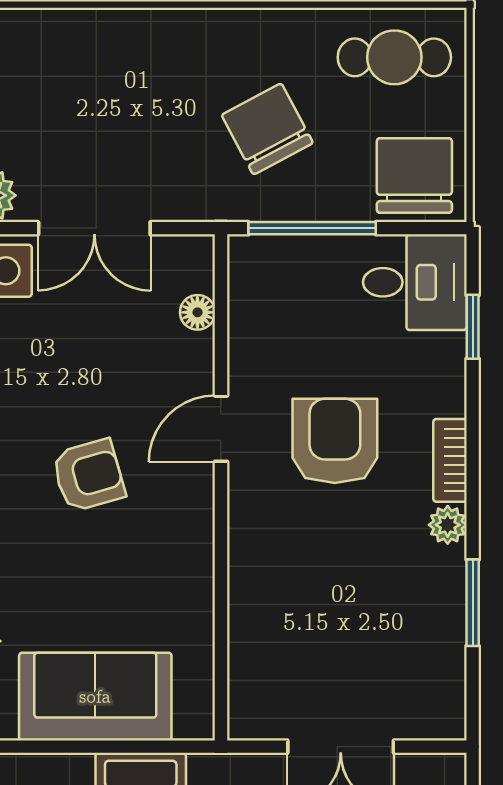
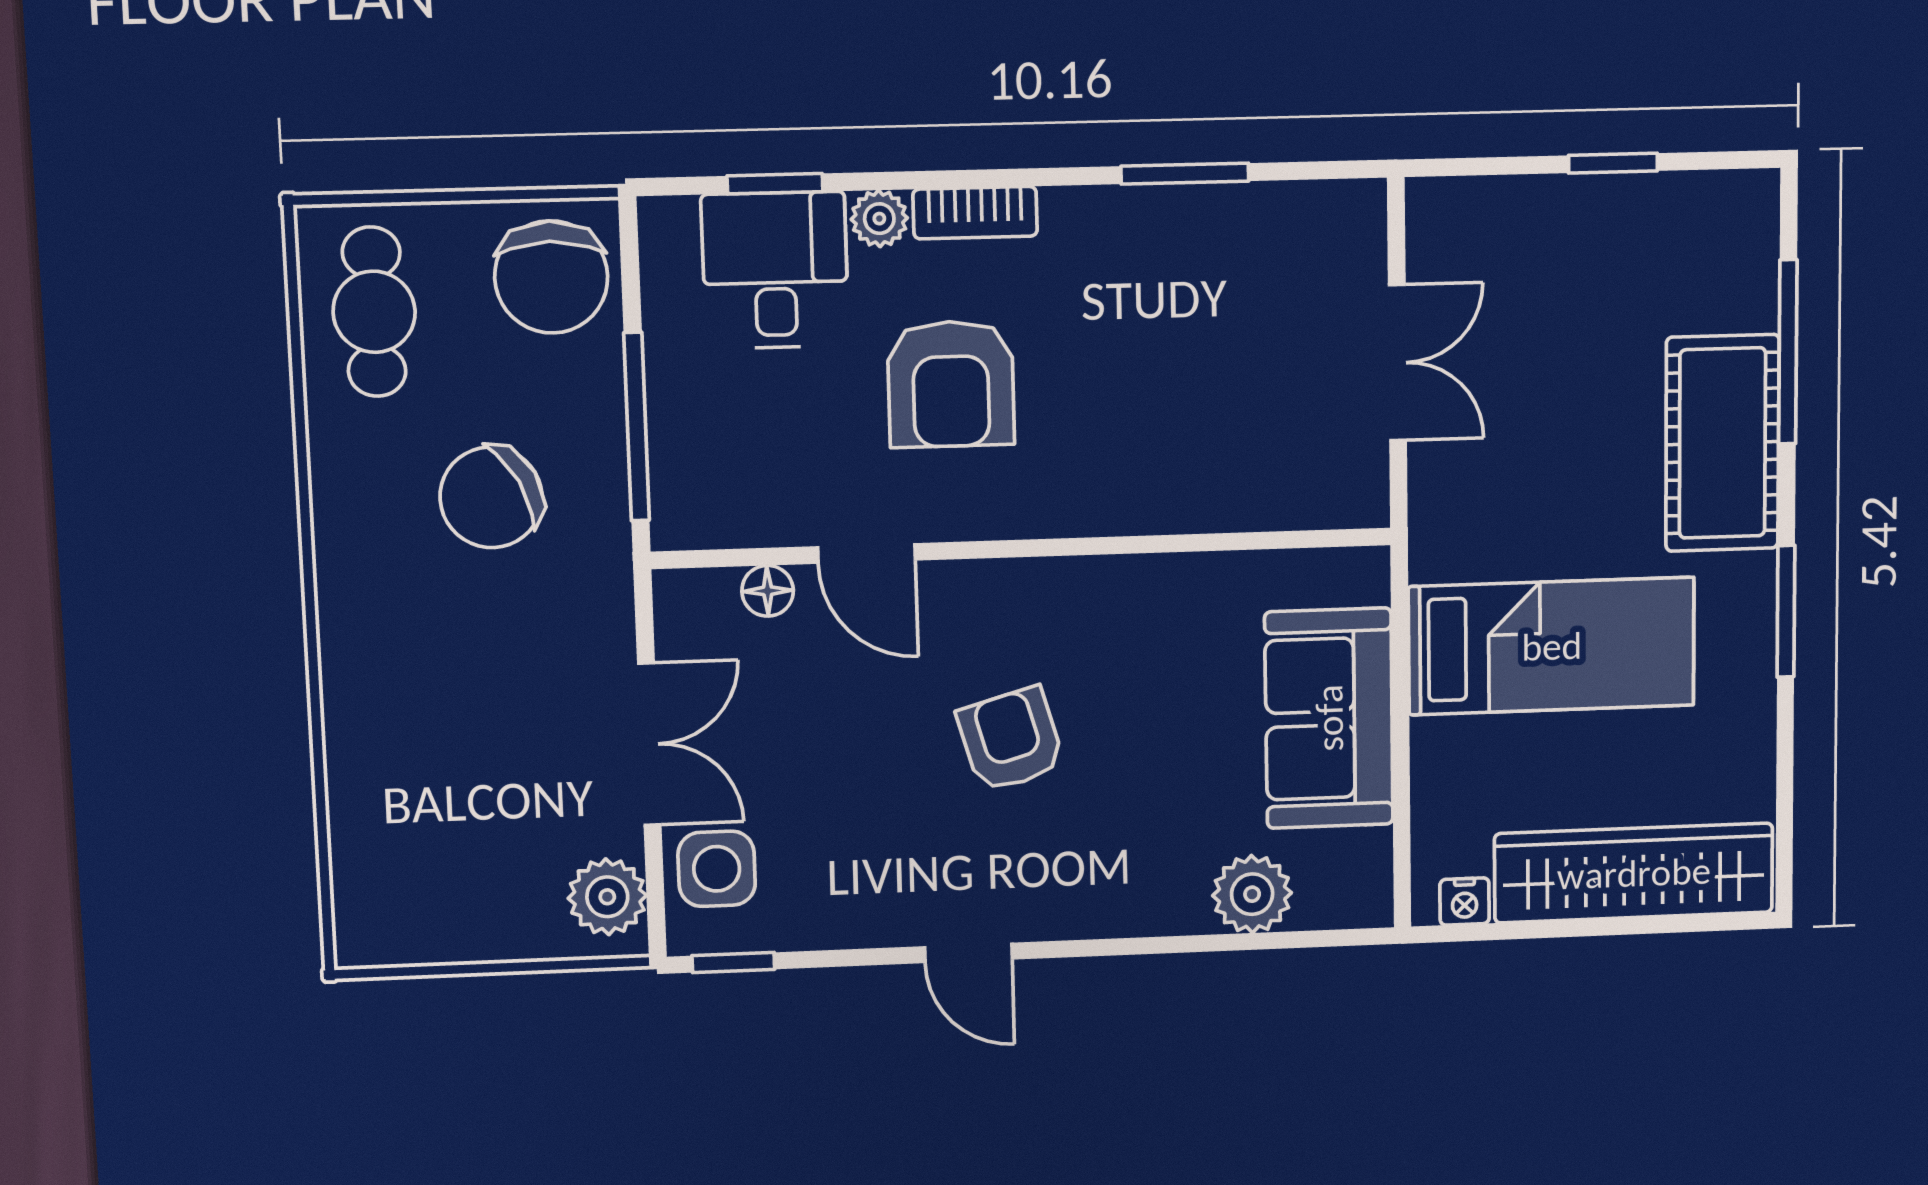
chair: (414, 176) -> (551, 277), turned -90
desk: (415, 282) -> (775, 270), moved
door: (221, 429) -> (867, 553), moved
armchair: (335, 441) -> (951, 384), turned -90
plant: (448, 525) -> (879, 219), moved

